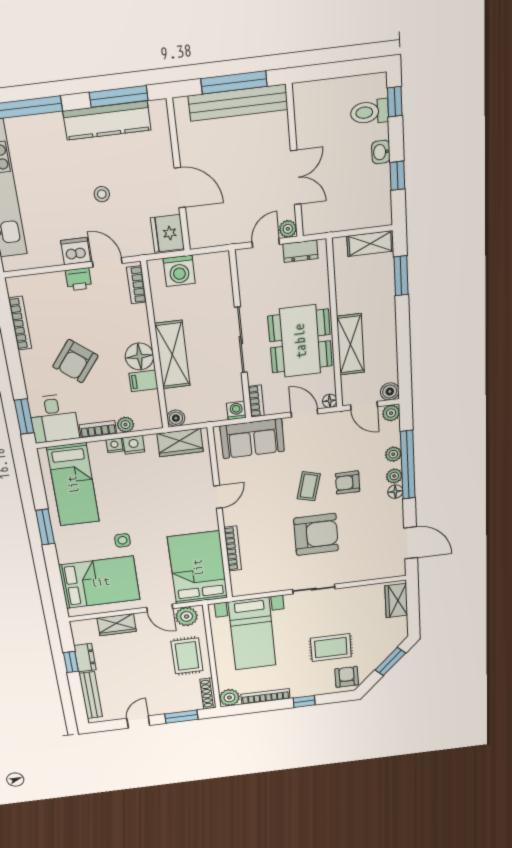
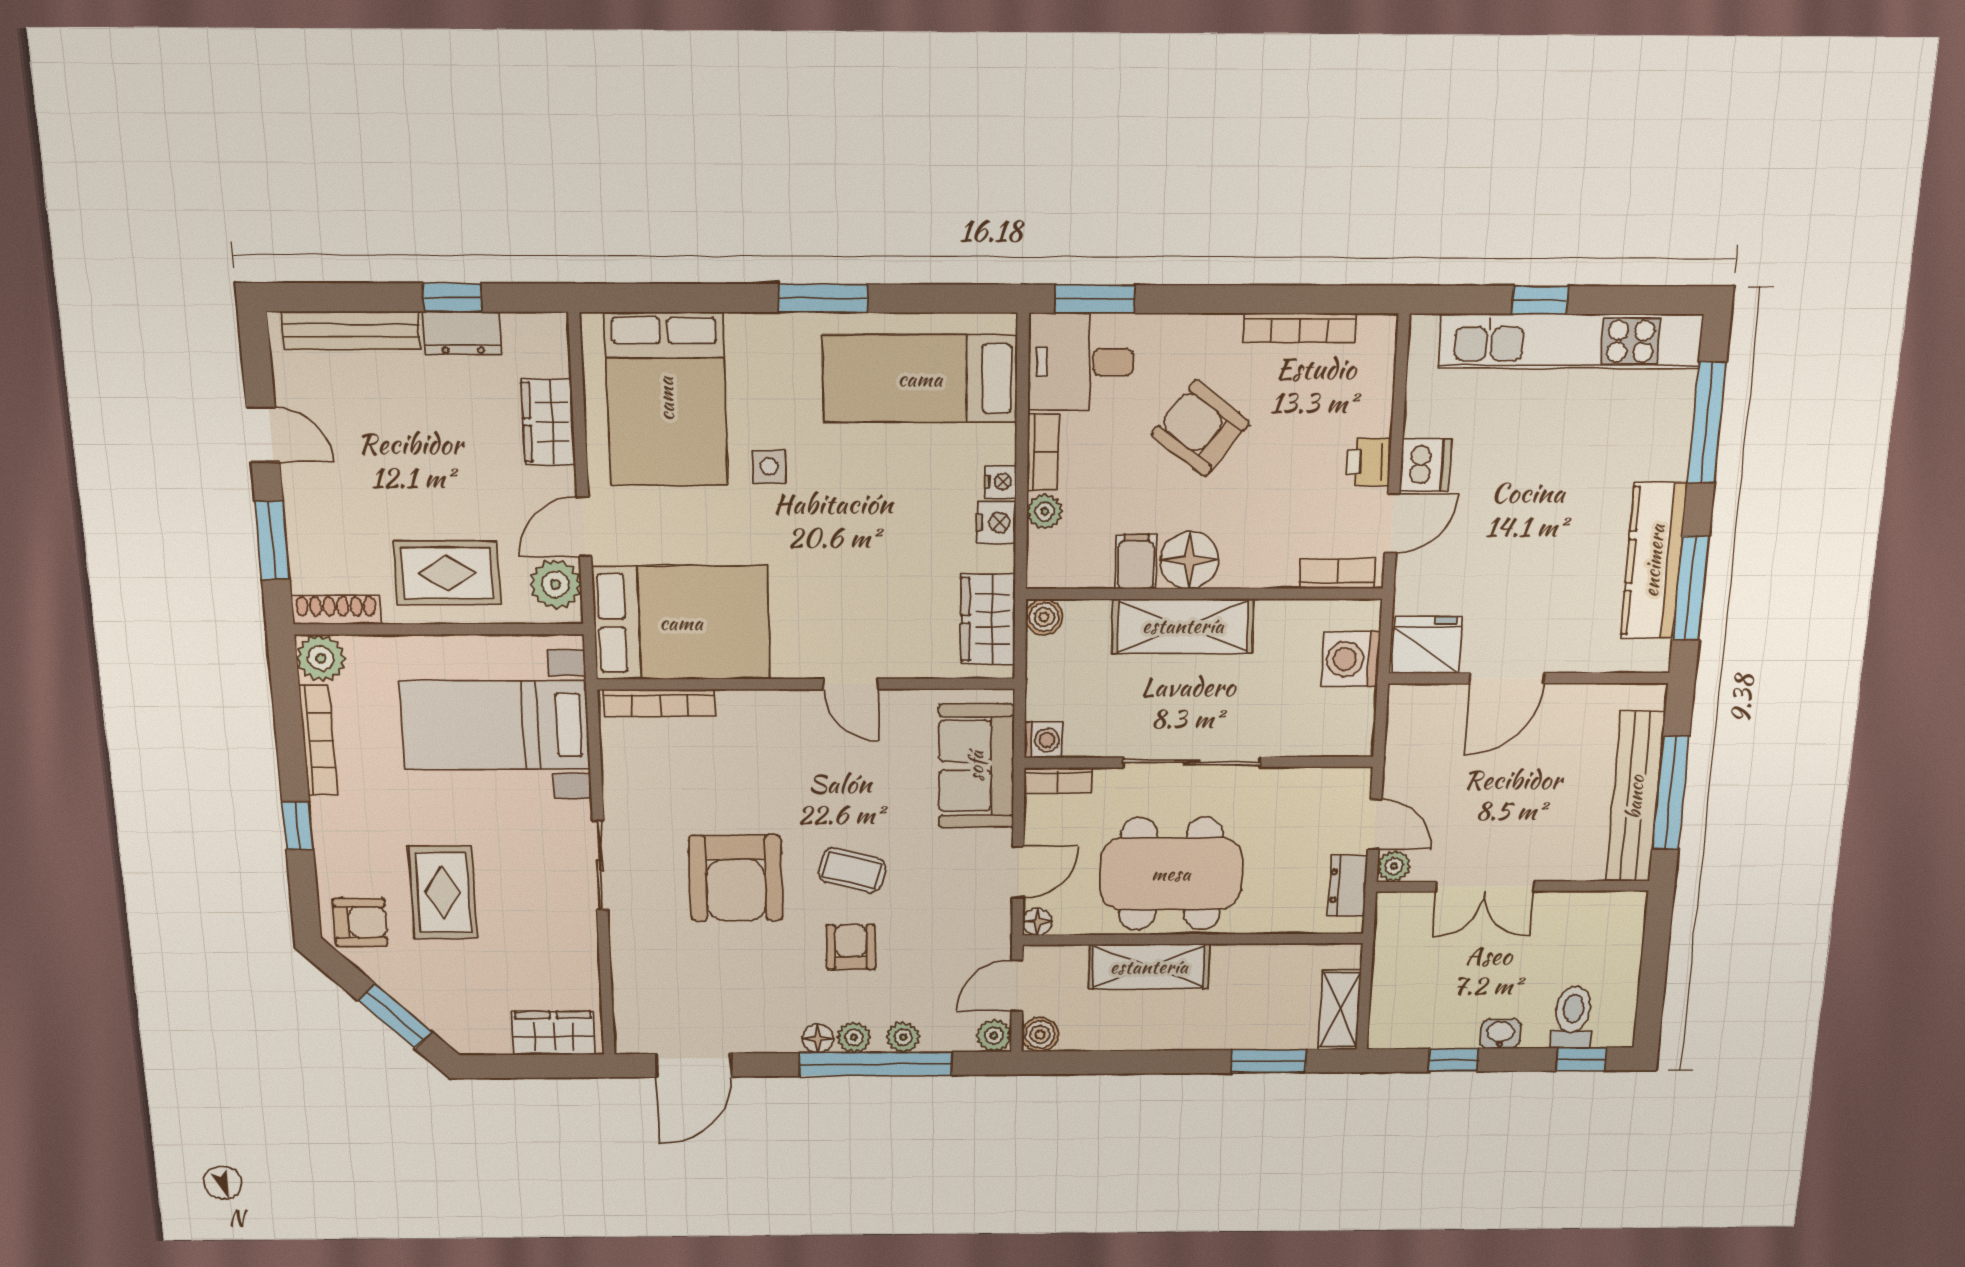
stool: (102, 194) -> (1524, 532), removed
bookcase: (233, 549) -> (660, 703), moved

